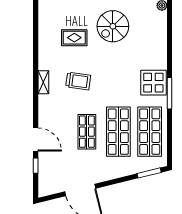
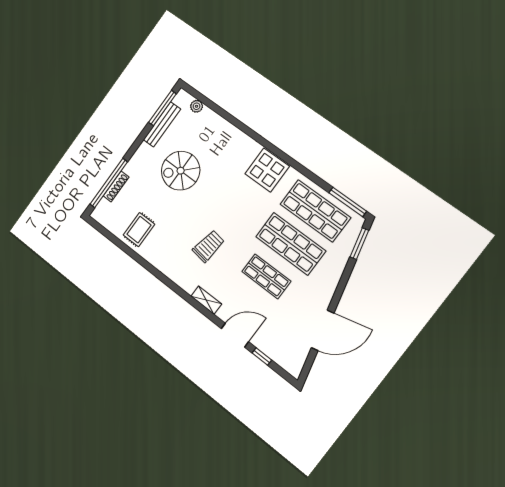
spiral stairs: (113, 26) -> (181, 171), turned 90
rug: (74, 38) -> (139, 230), moved
shelving: (43, 82) -> (206, 300), moved
window: (170, 93) -> (348, 202), moved

